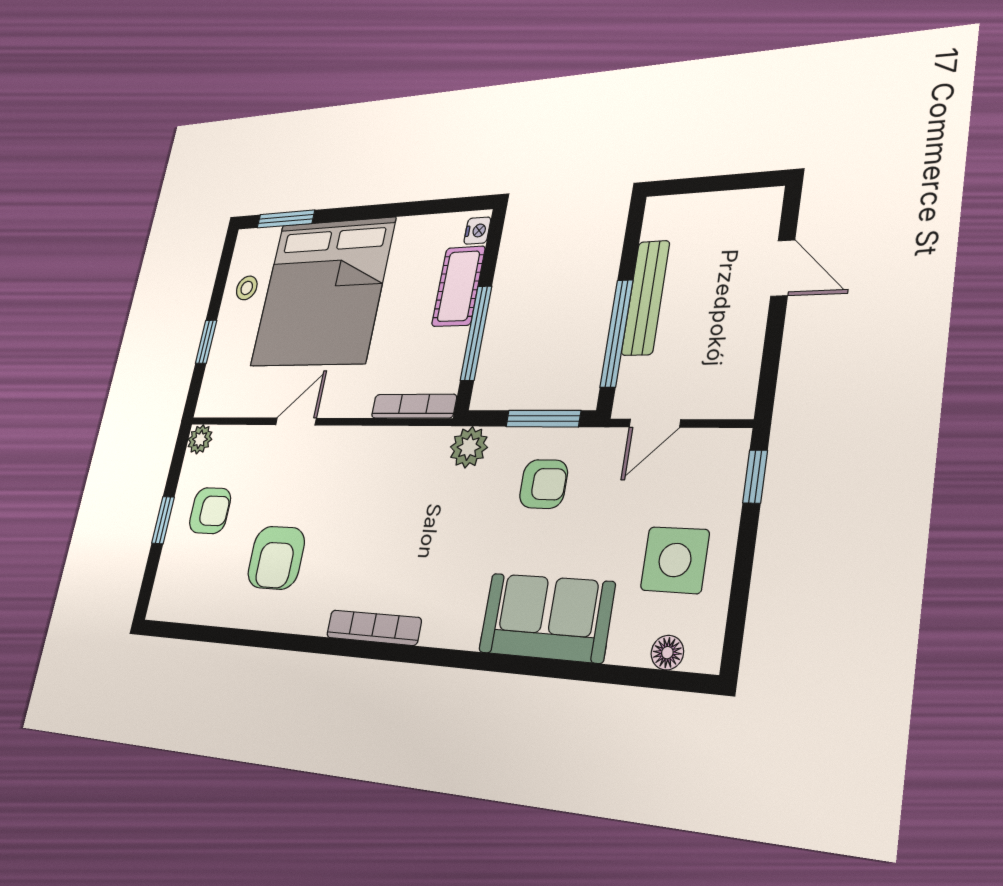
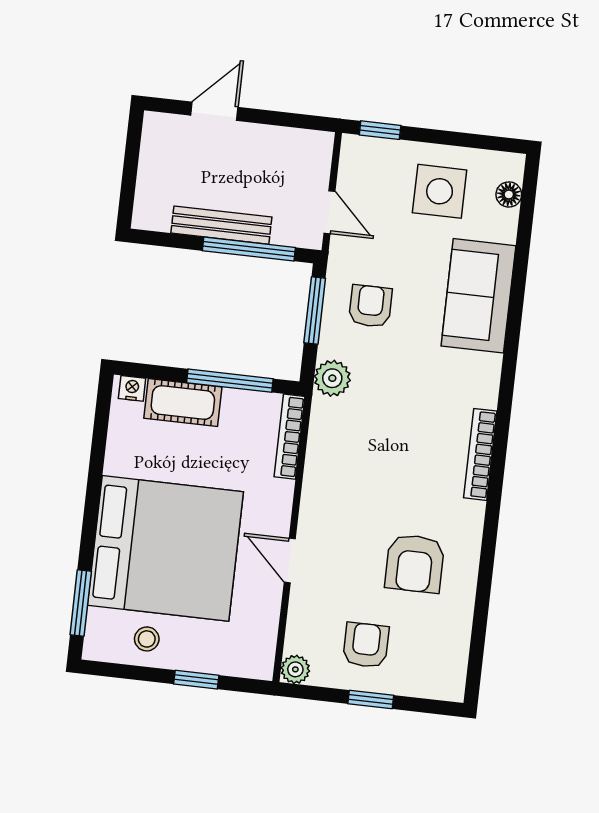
armchair: (276, 558) -> (415, 564), turned 90

